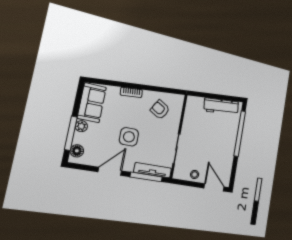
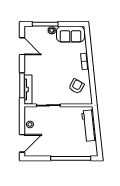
workbench: (221, 106) -> (89, 126), moved
side table: (129, 137) -> (50, 66), removed
floor lamp: (77, 151) -> (33, 31), removed
door: (110, 171) -> (22, 46), moved

